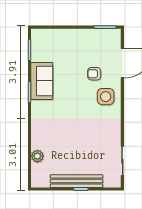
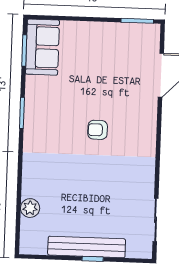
armchair: (94, 74) -> (98, 130), moved
sofa: (42, 81) -> (42, 47), moved
side table: (106, 97) -> (134, 124), removed

